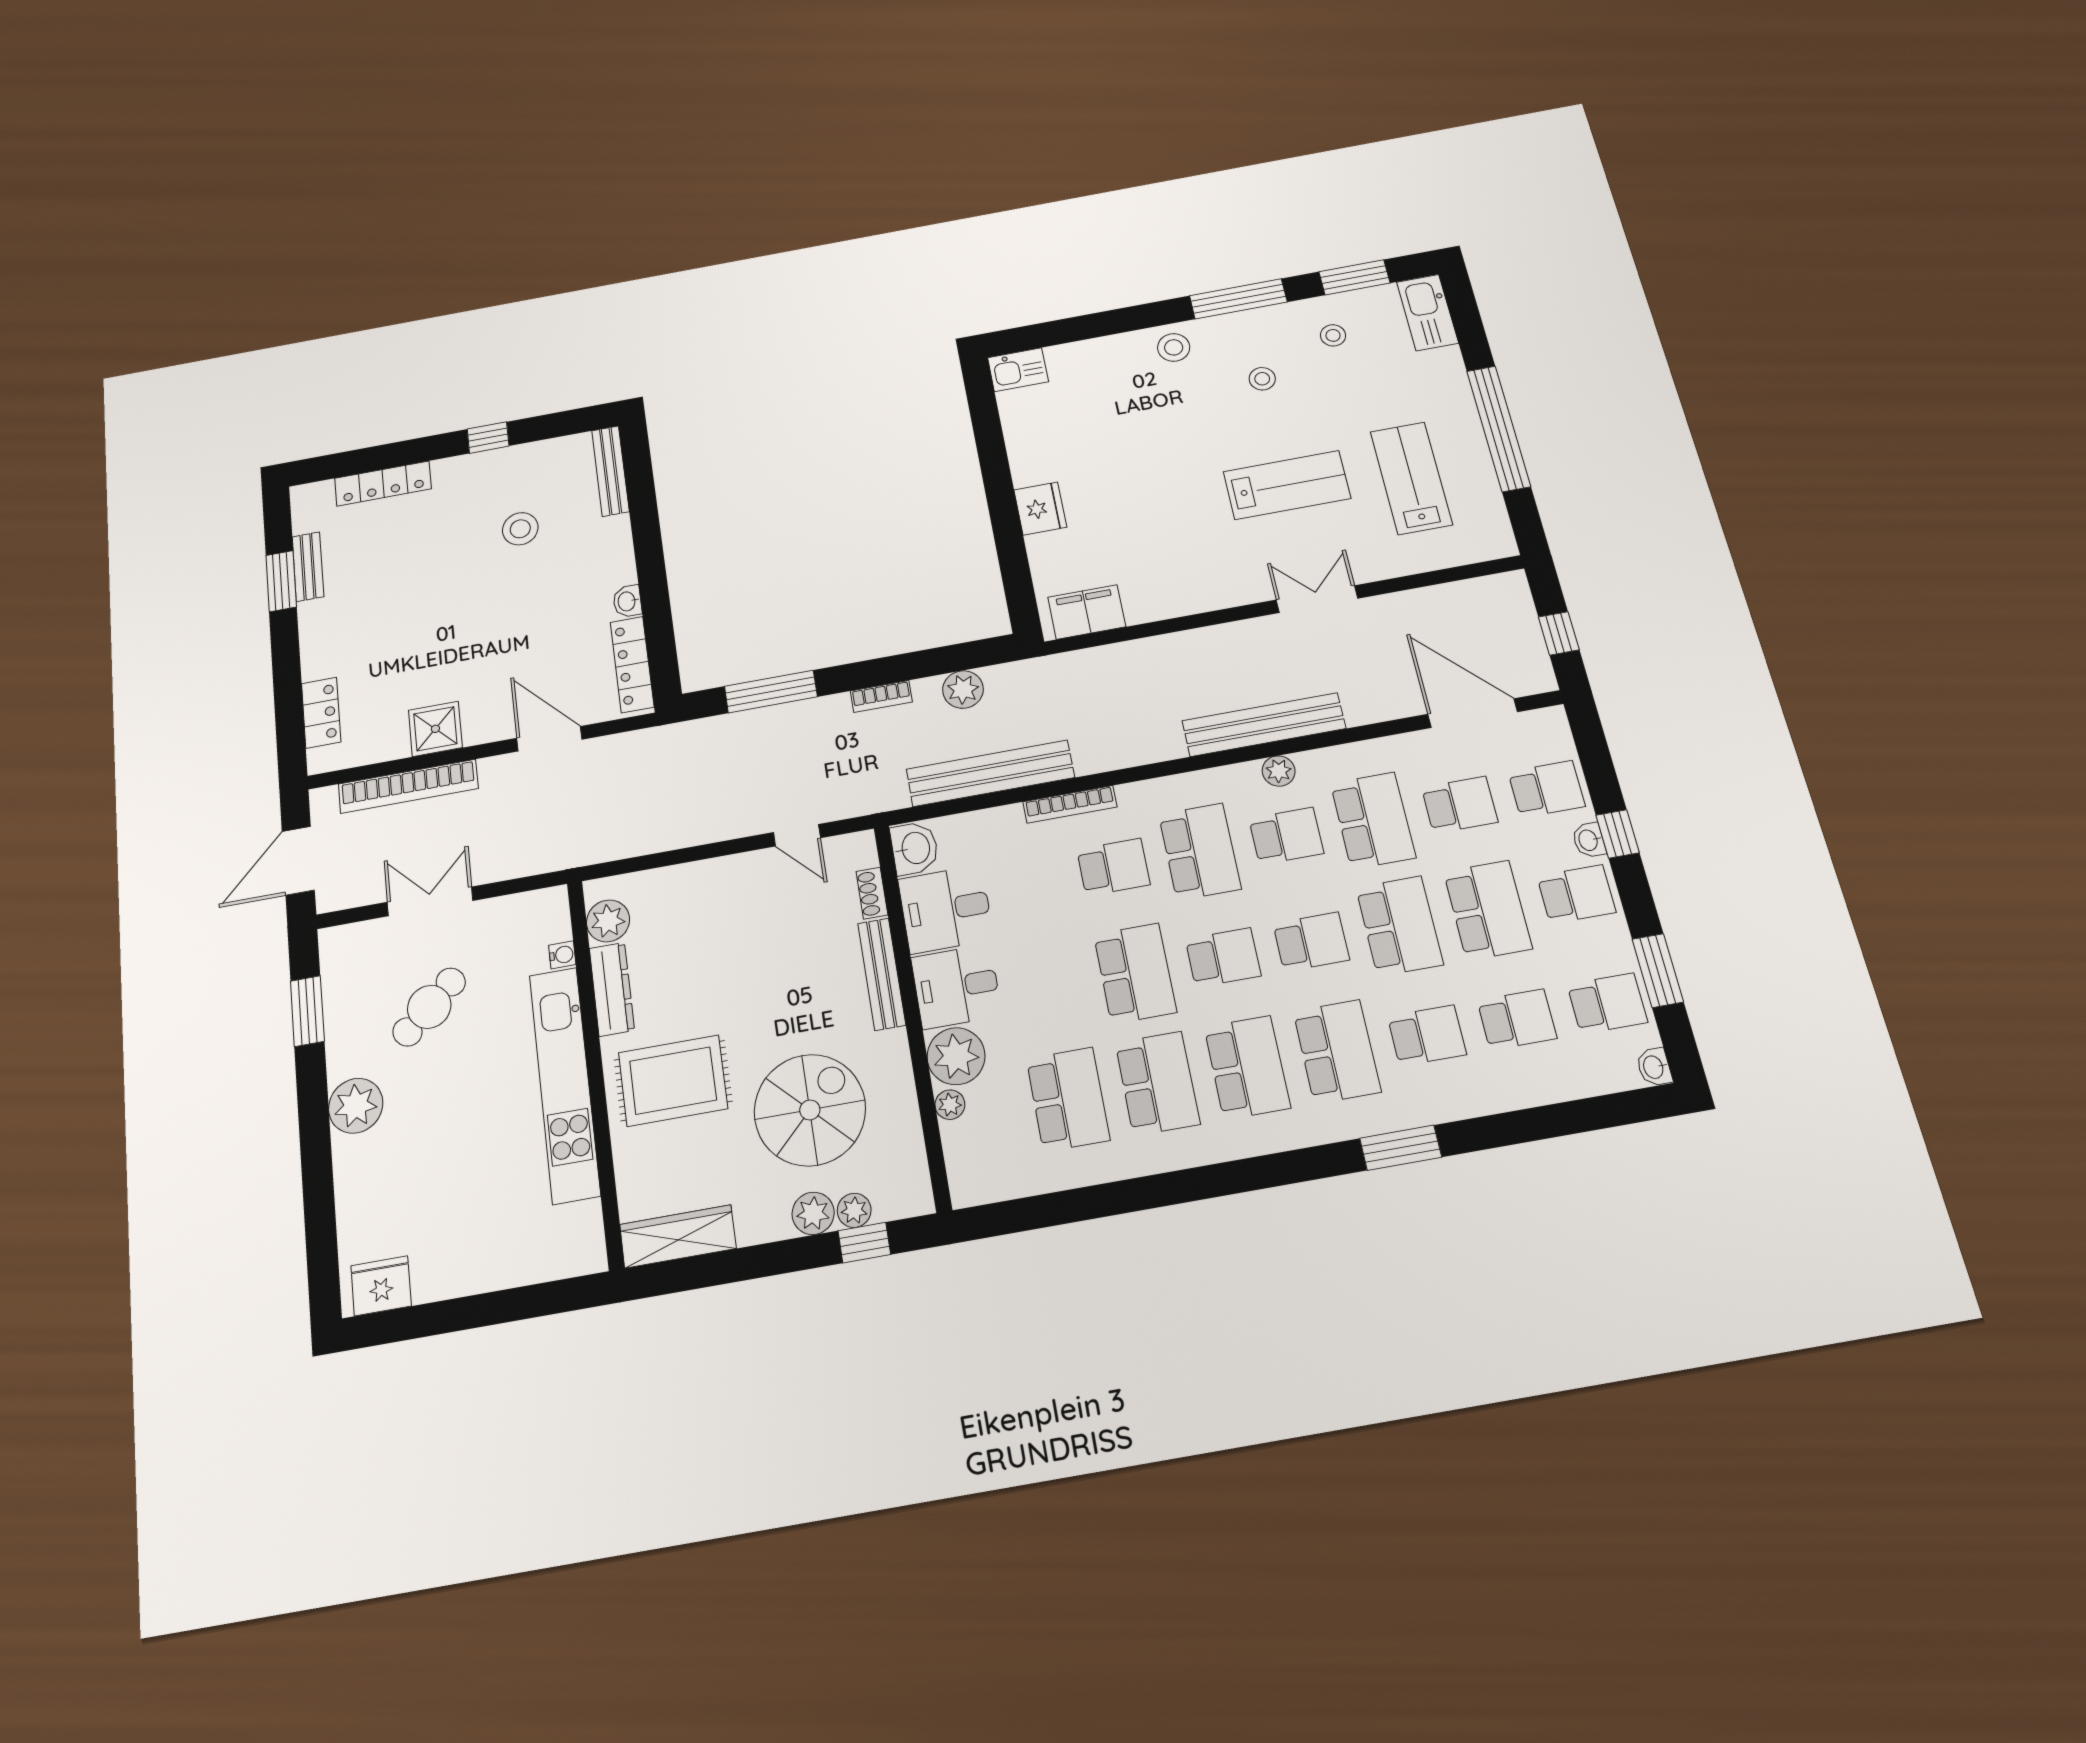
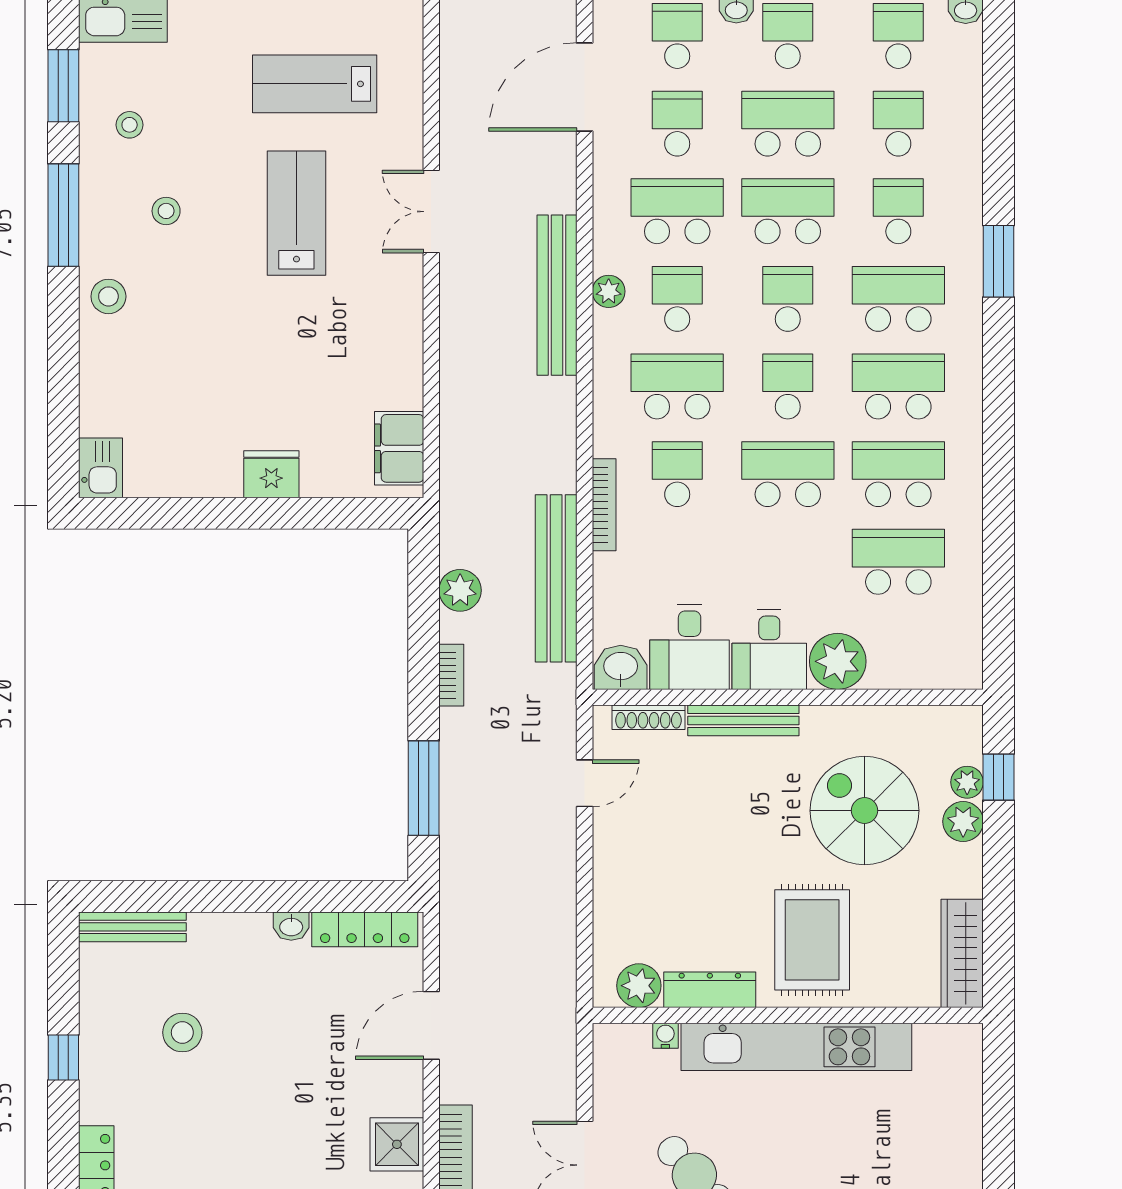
shoe rack: (872, 893) -> (648, 717), width x1.43
plant: (950, 1105) -> (883, 675), removed

